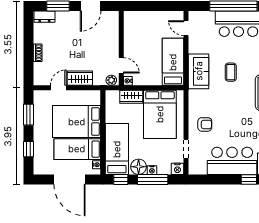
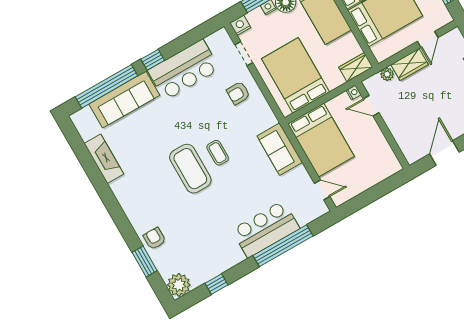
bed: (173, 62) -> (321, 140), width x1.50
coffee table: (231, 72) -> (218, 153), moved
plant: (111, 80) -> (387, 74), moved
wardrobe: (131, 97) -> (356, 67), moved

